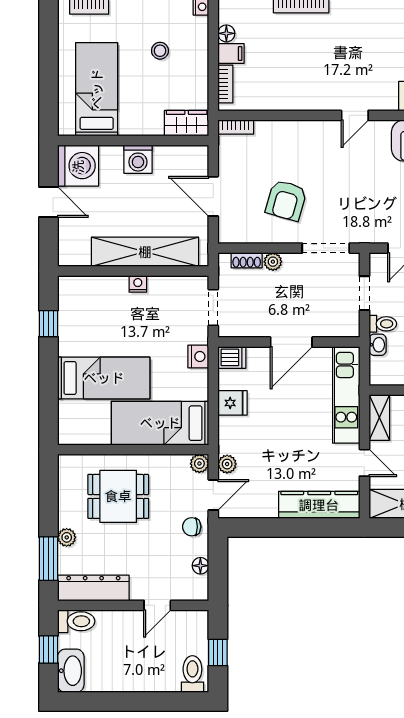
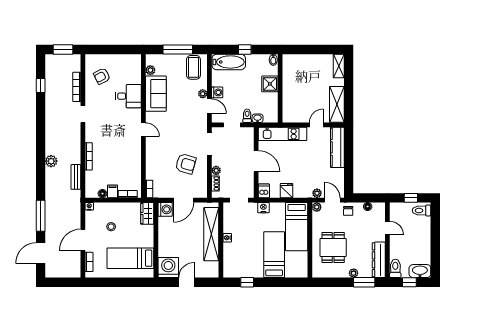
washing machine: (138, 159) -> (165, 209), moved
shelving: (379, 418) -> (294, 117), removed

